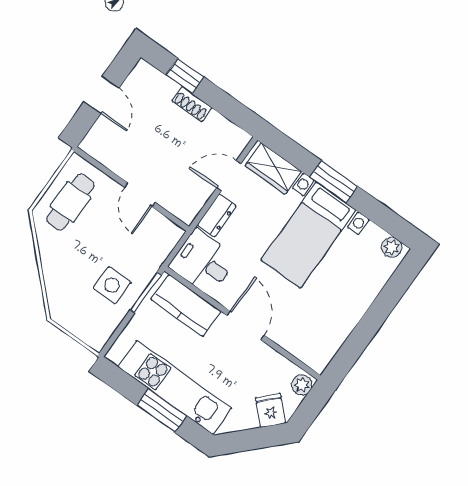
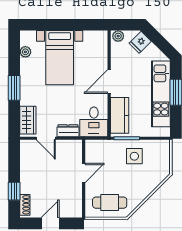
shoe rack: (192, 104) -> (25, 205), moved
bed with nightstands: (308, 235) -> (60, 58), moved, turned 90
plant: (392, 247) -> (25, 52), moved

